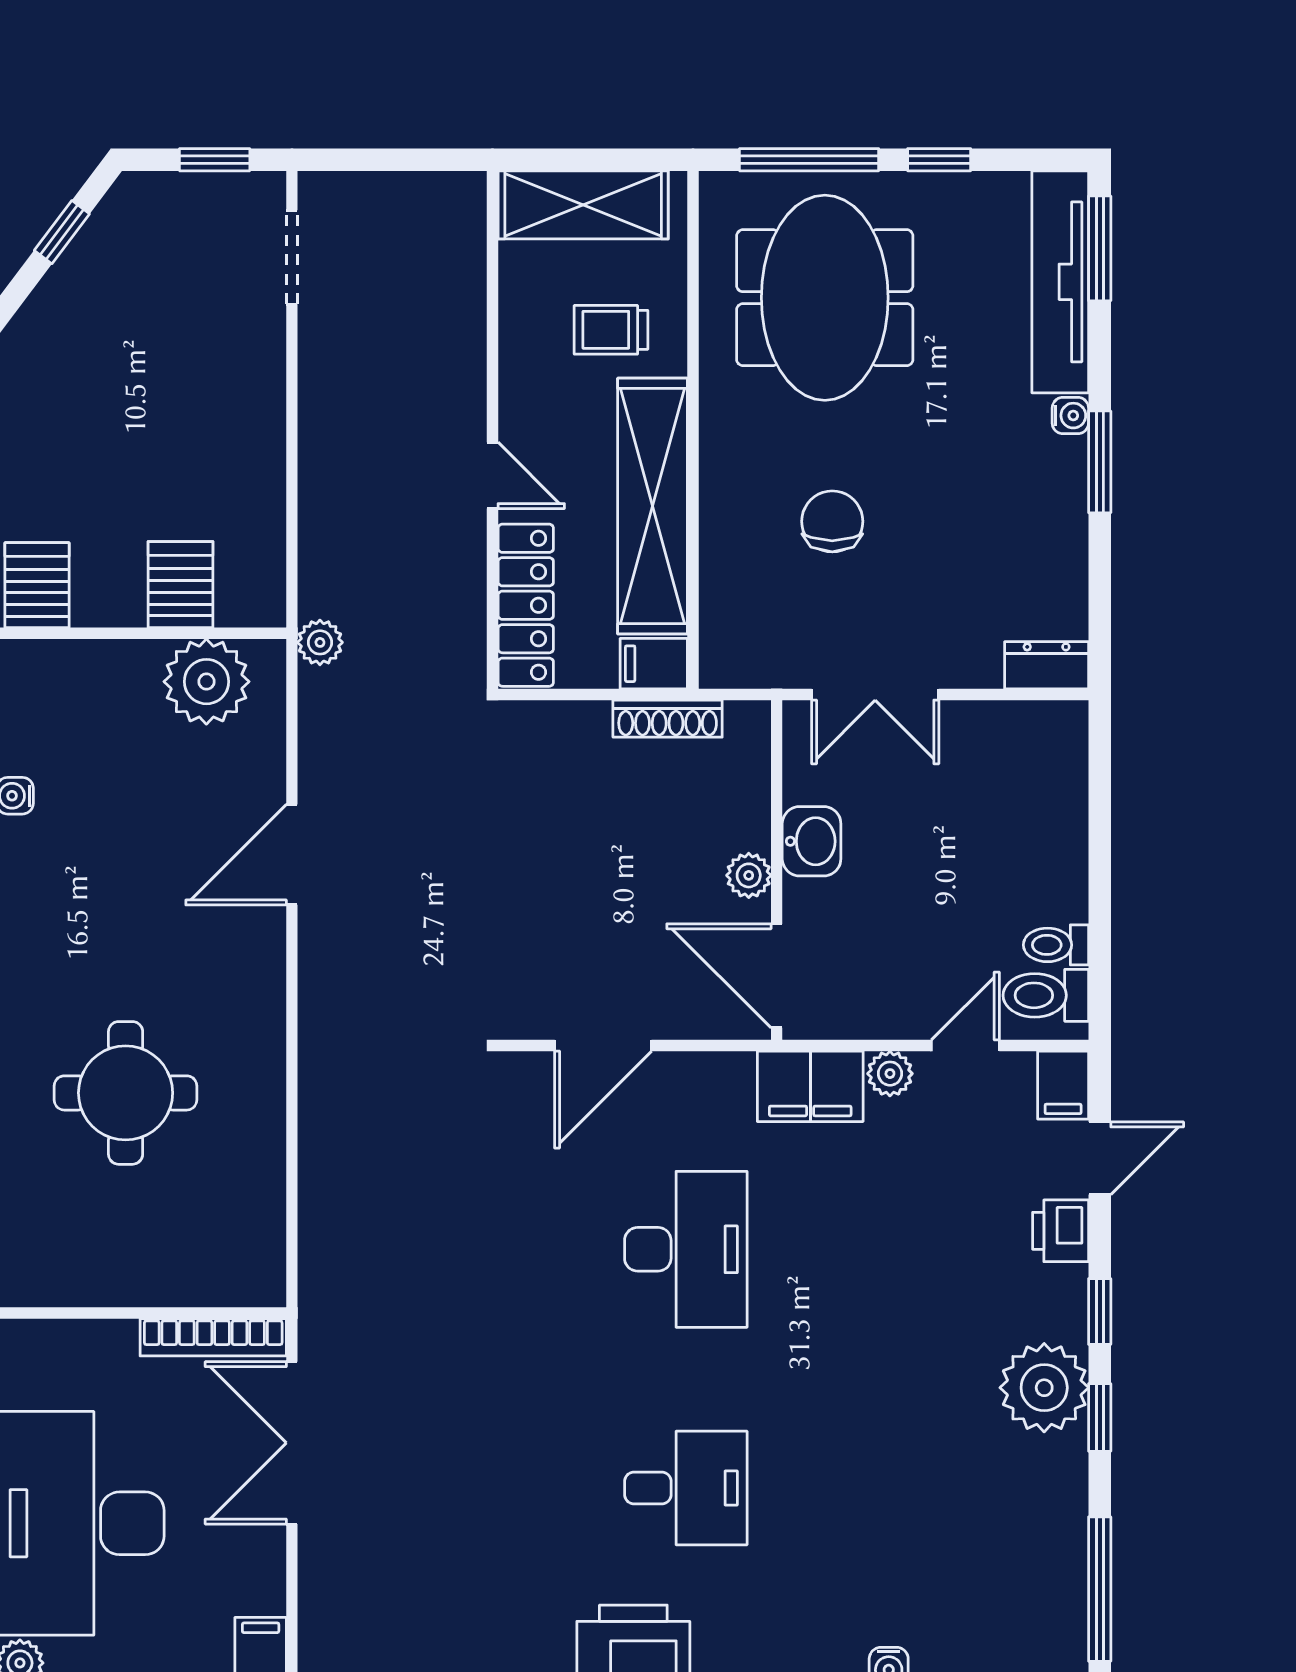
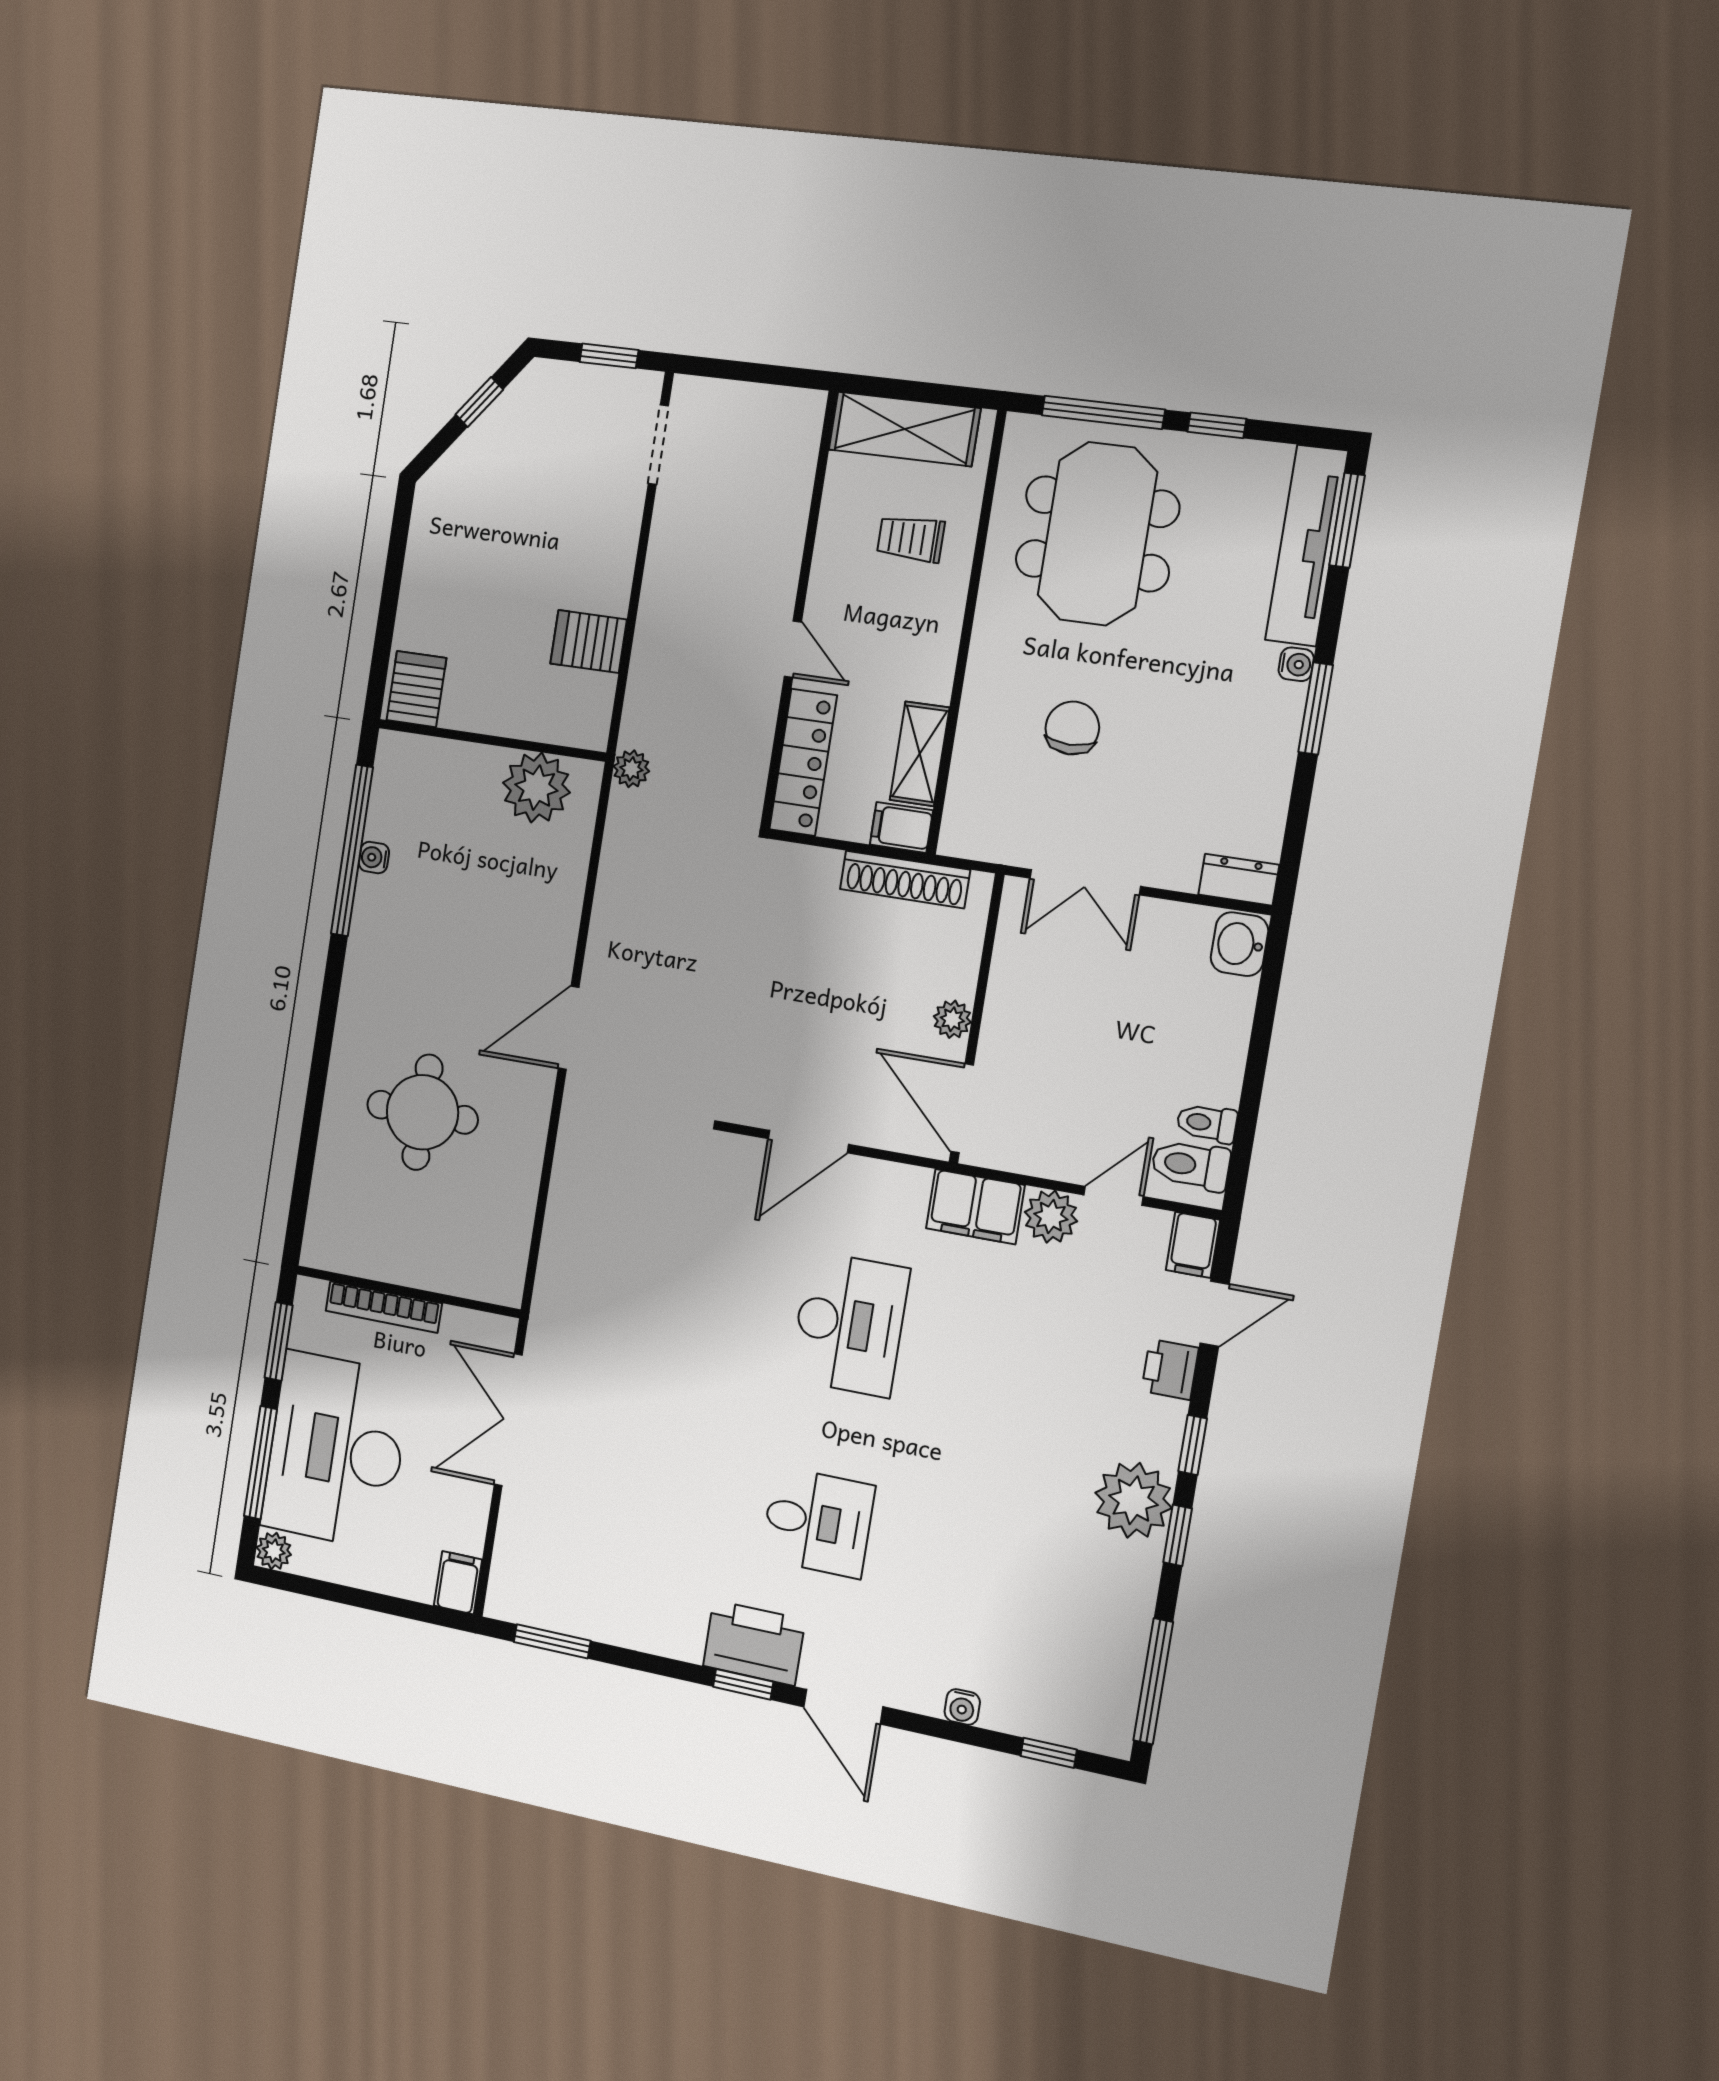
shelving: (653, 506) -> (920, 754), width x0.45, depth x0.75
server rack: (181, 585) -> (588, 642), moved, turned -90
shoe rack: (668, 719) -> (905, 879), width x1.36, depth x1.24
washbasin: (812, 841) -> (1239, 944), moved, turned 180
door: (292, 855) -> (569, 1028), moved
plant: (890, 1074) -> (1051, 1217), width x1.38, depth x1.38
bookcase: (213, 1337) -> (384, 1307), moved

